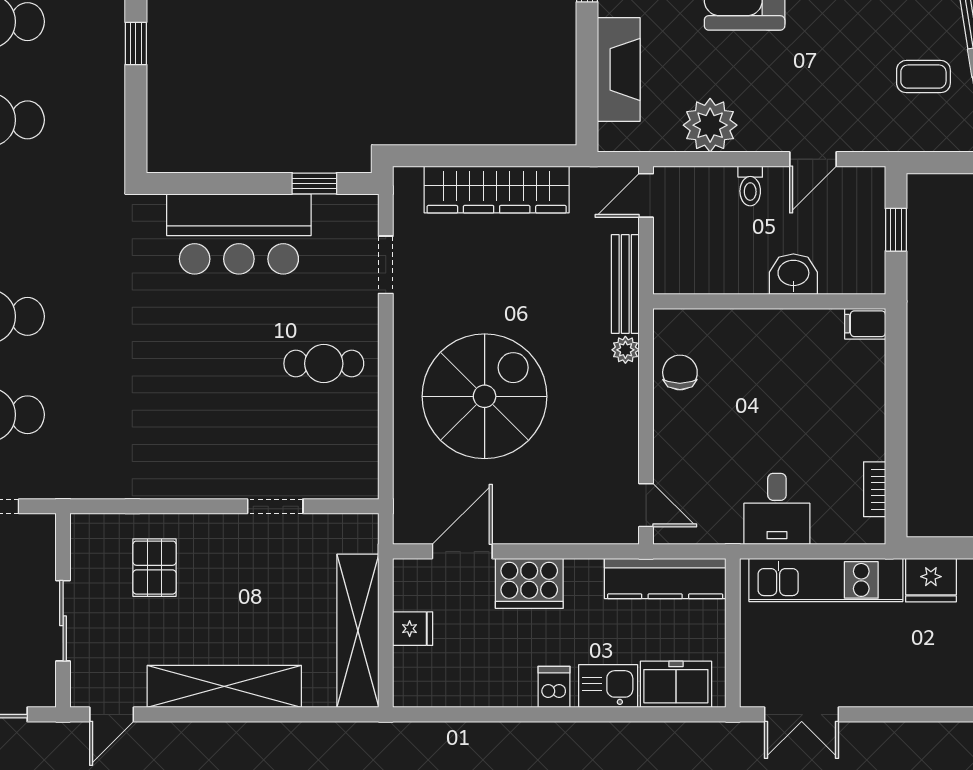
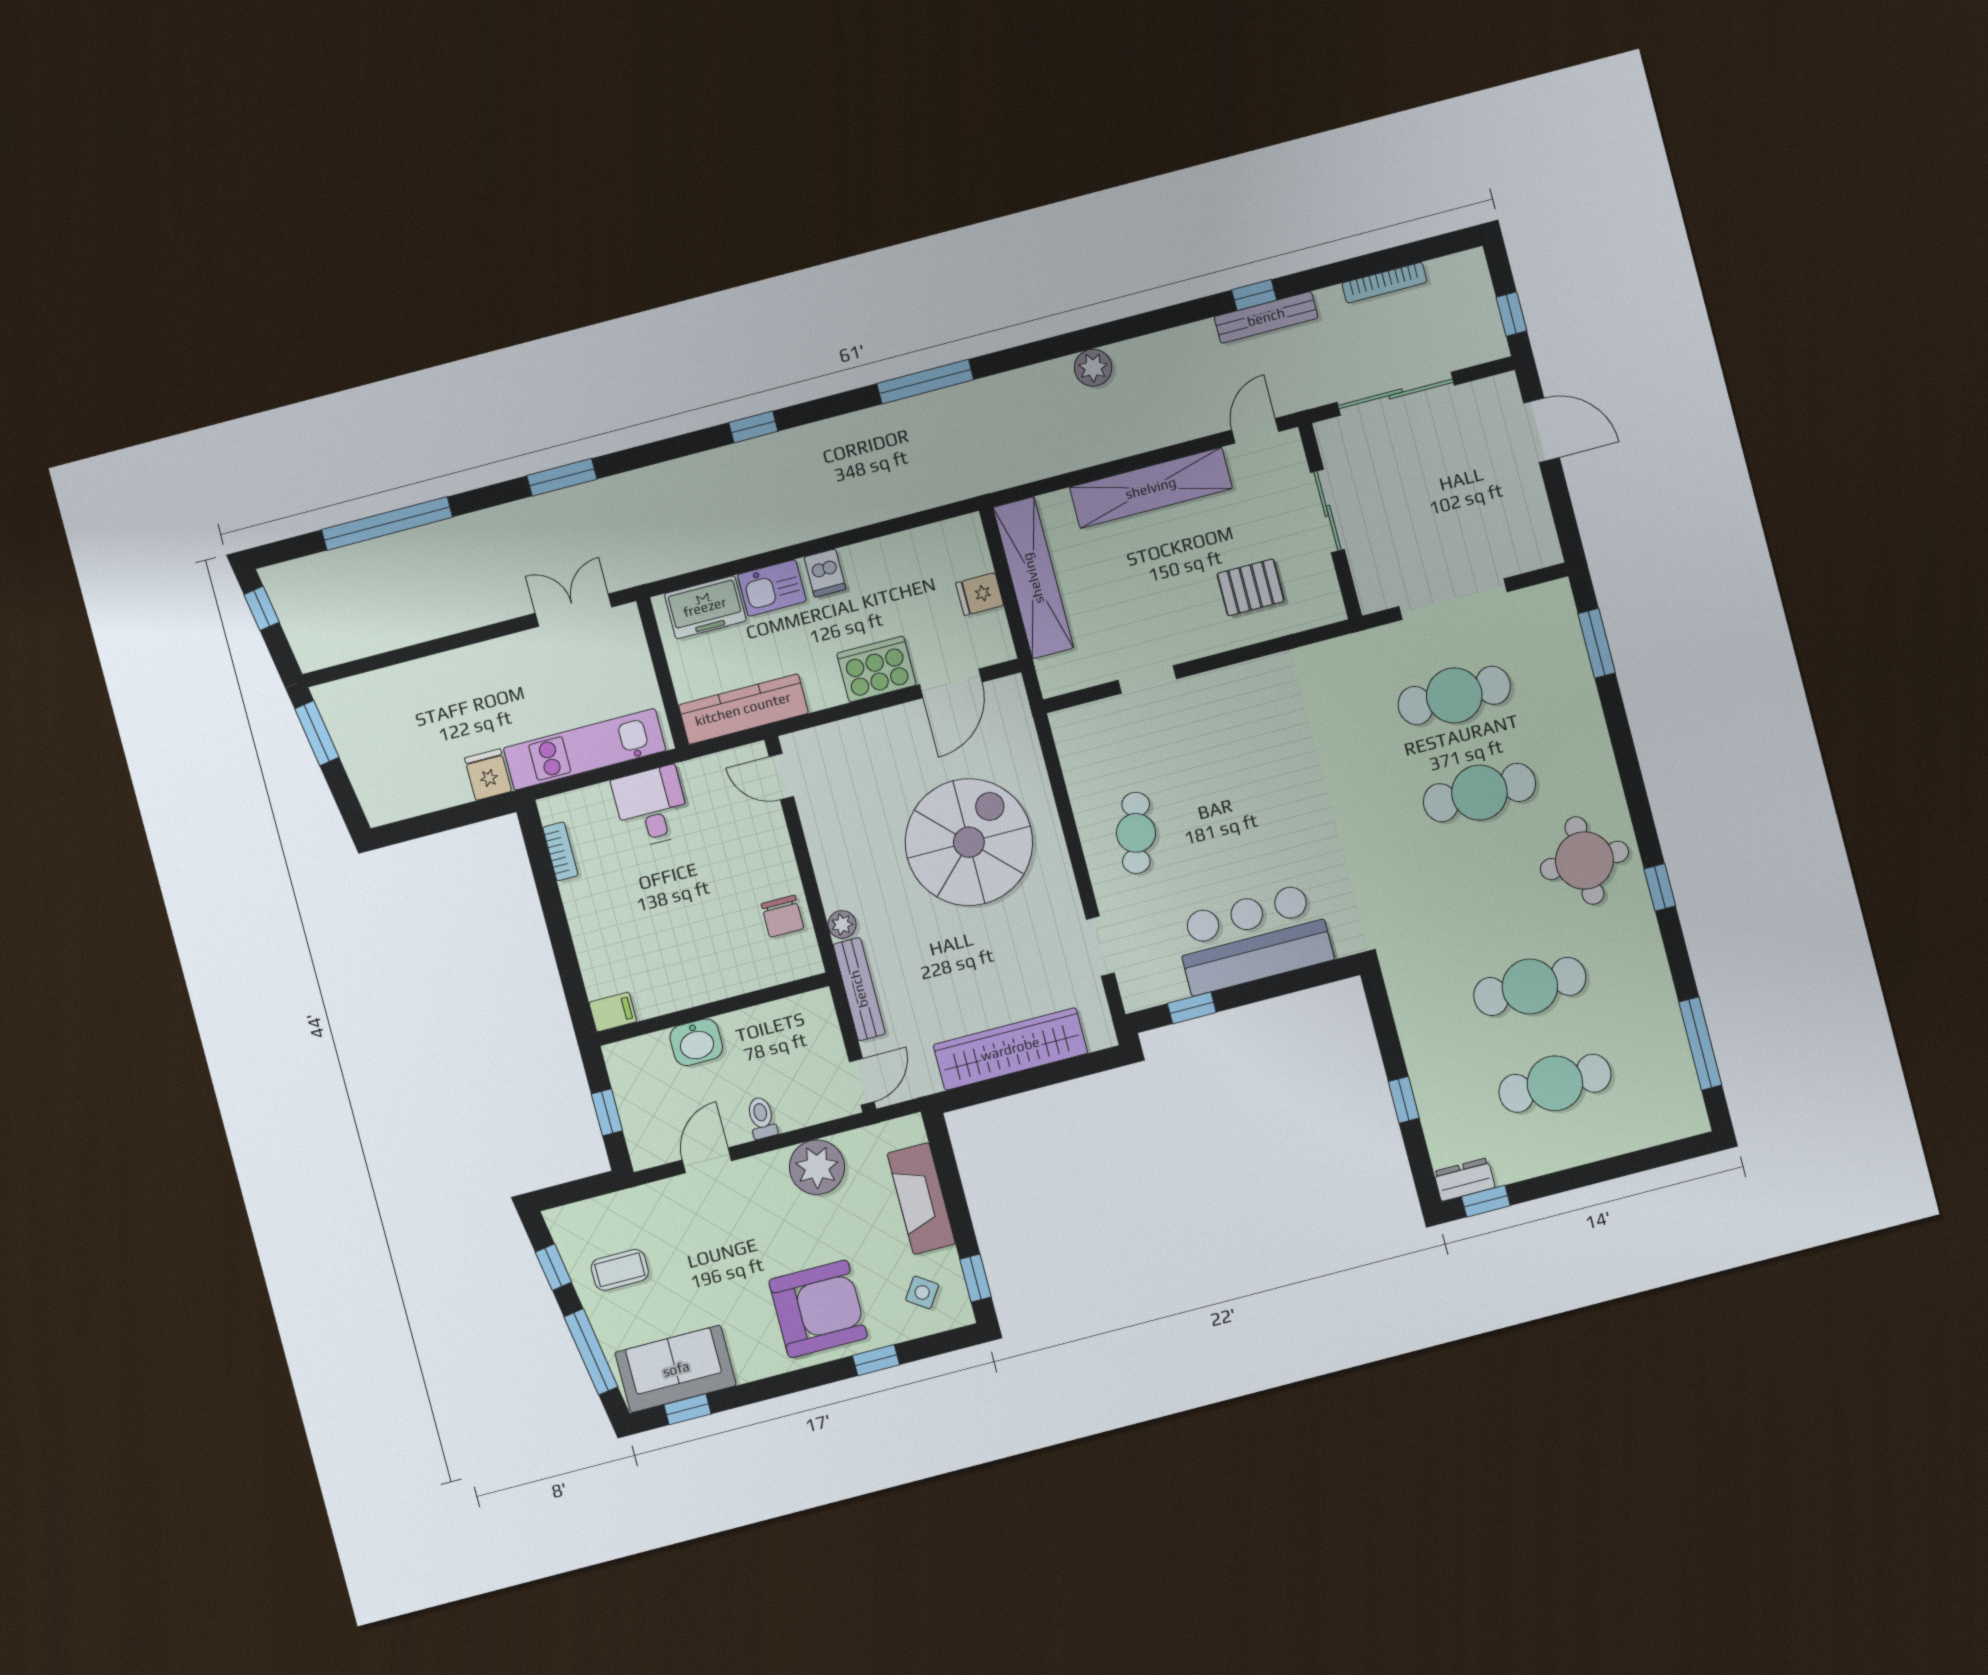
cafe table: (324, 364) -> (1136, 833), turned -76
spiral stairs: (485, 396) -> (969, 842), turned 180
pallet: (155, 568) -> (1251, 587), turned 90
fridge: (931, 580) -> (488, 775), width x0.72

